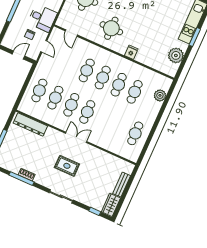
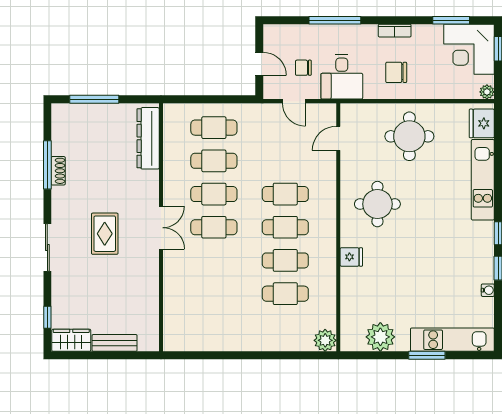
door: (44, 46) -> (294, 101), hinge flipped
plant: (160, 95) -> (325, 340), moved
cafe table: (135, 133) -> (214, 327), removed

